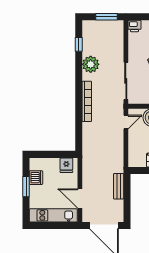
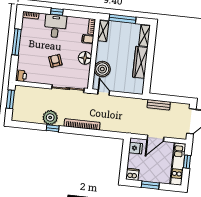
window: (79, 44) -> (53, 128), moved
dishwasher: (36, 178) -> (132, 174), moved
door: (80, 198) -> (155, 138), moved
window: (57, 226) -> (187, 162), added

